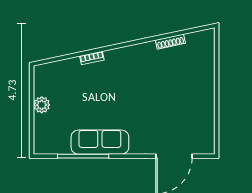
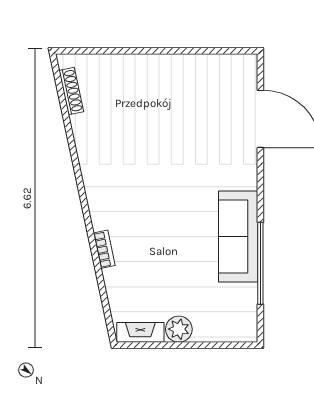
shoe rack: (170, 42) -> (71, 91), moved
fireplace: (40, 81) -> (140, 332), added

